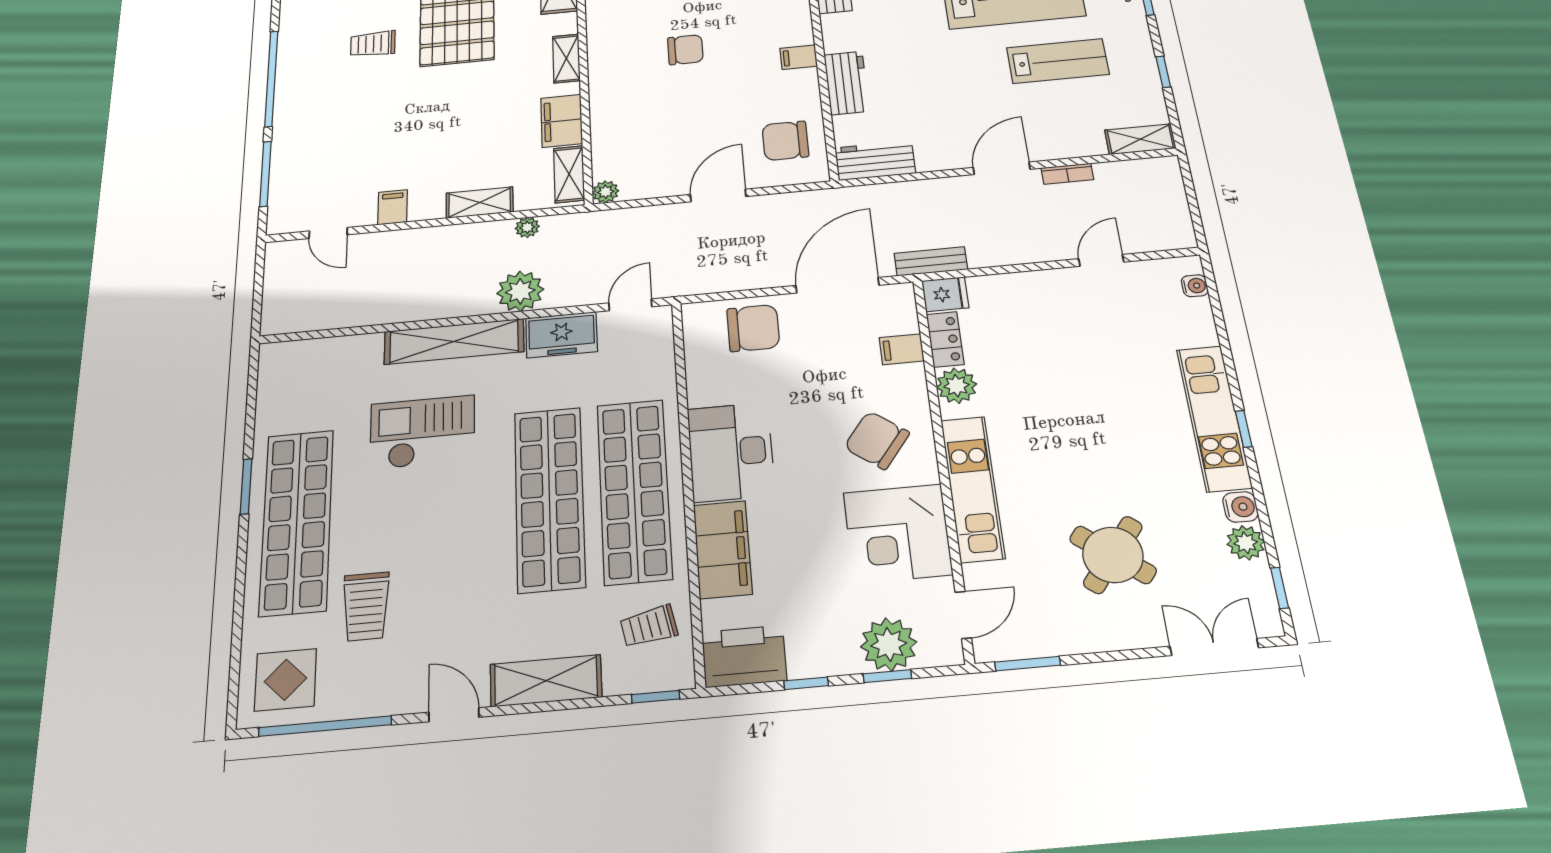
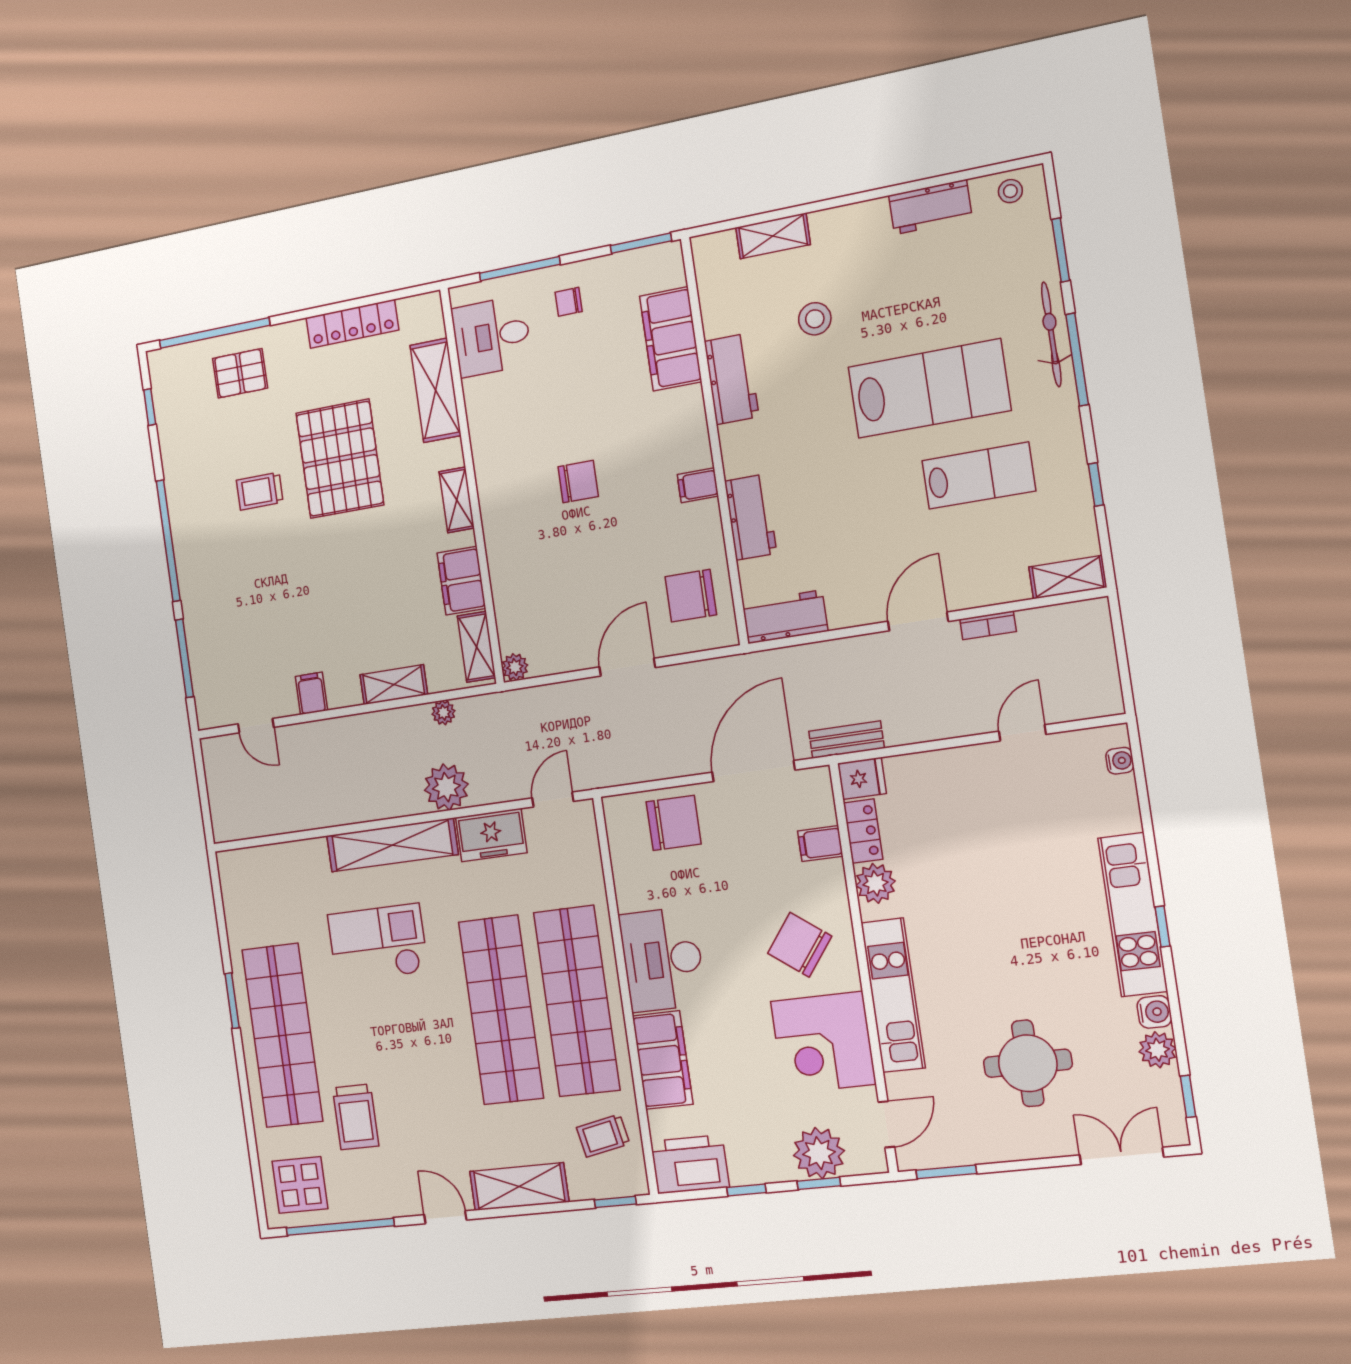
round table: (1113, 555) -> (1028, 1063), turned -38

